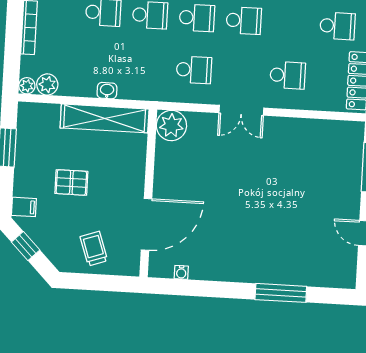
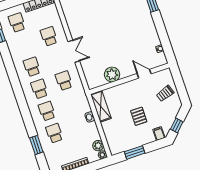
shelving: (105, 118) -> (101, 106), width x0.68
plant: (171, 125) -> (112, 74), moved
door: (146, 224) -> (144, 74), width x0.53

